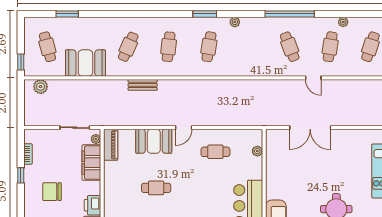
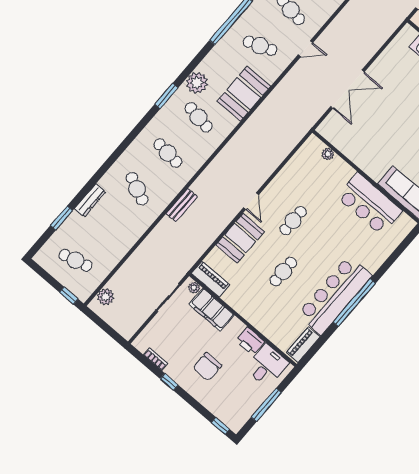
plant: (235, 22) -> (197, 83), width x1.88, depth x1.88
dresser: (95, 23) -> (90, 200), added
booth: (85, 63) -> (244, 94), moved
cafe table: (215, 152) -> (293, 221), moved

